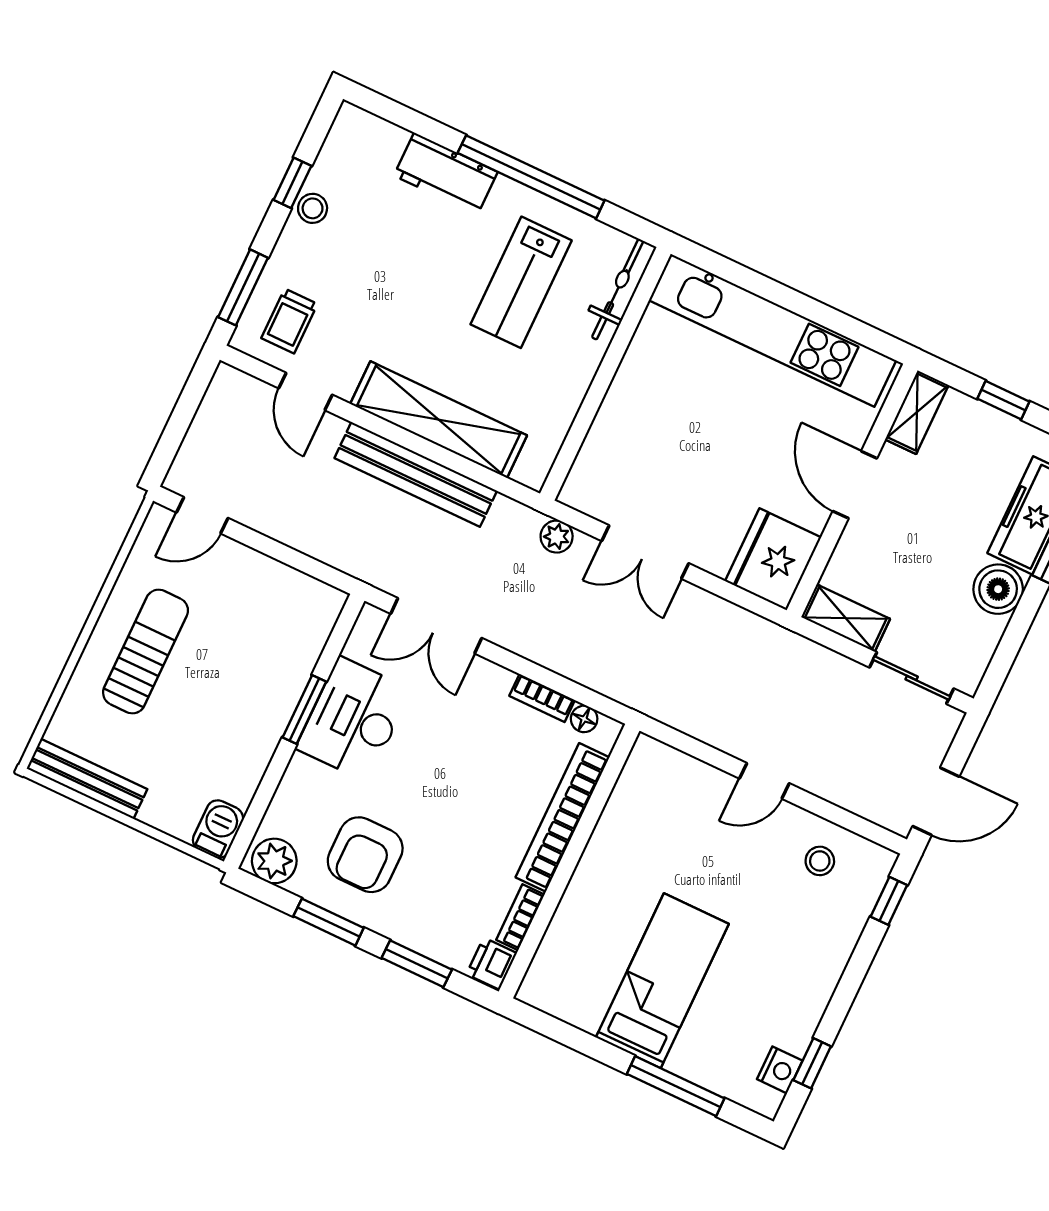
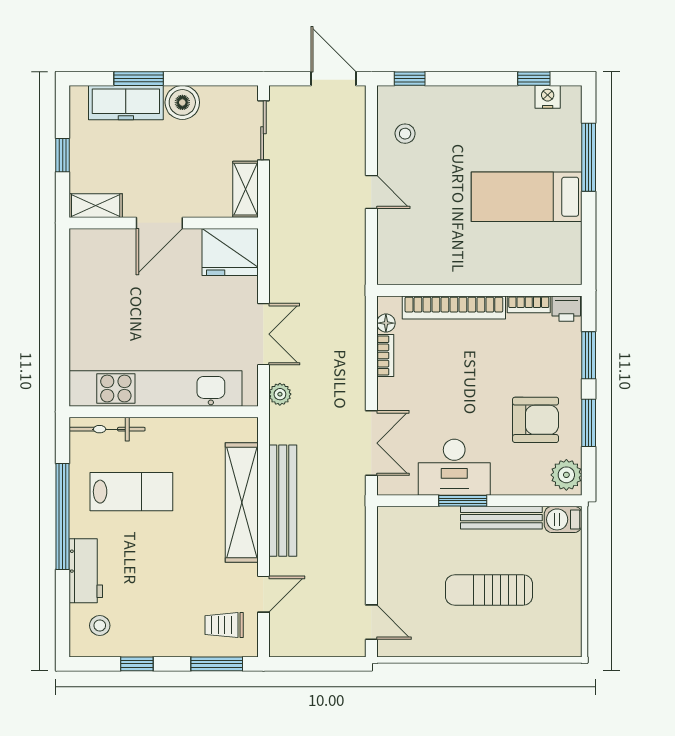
stool: (313, 208) -> (100, 625), moved
trolley: (289, 321) -> (224, 625), turned 180
kitchen unit: (773, 330) -> (156, 389), moved, turned -90
sun lounger: (146, 651) -> (489, 590), moved
bench: (87, 779) -> (501, 518), moved, turned 90

